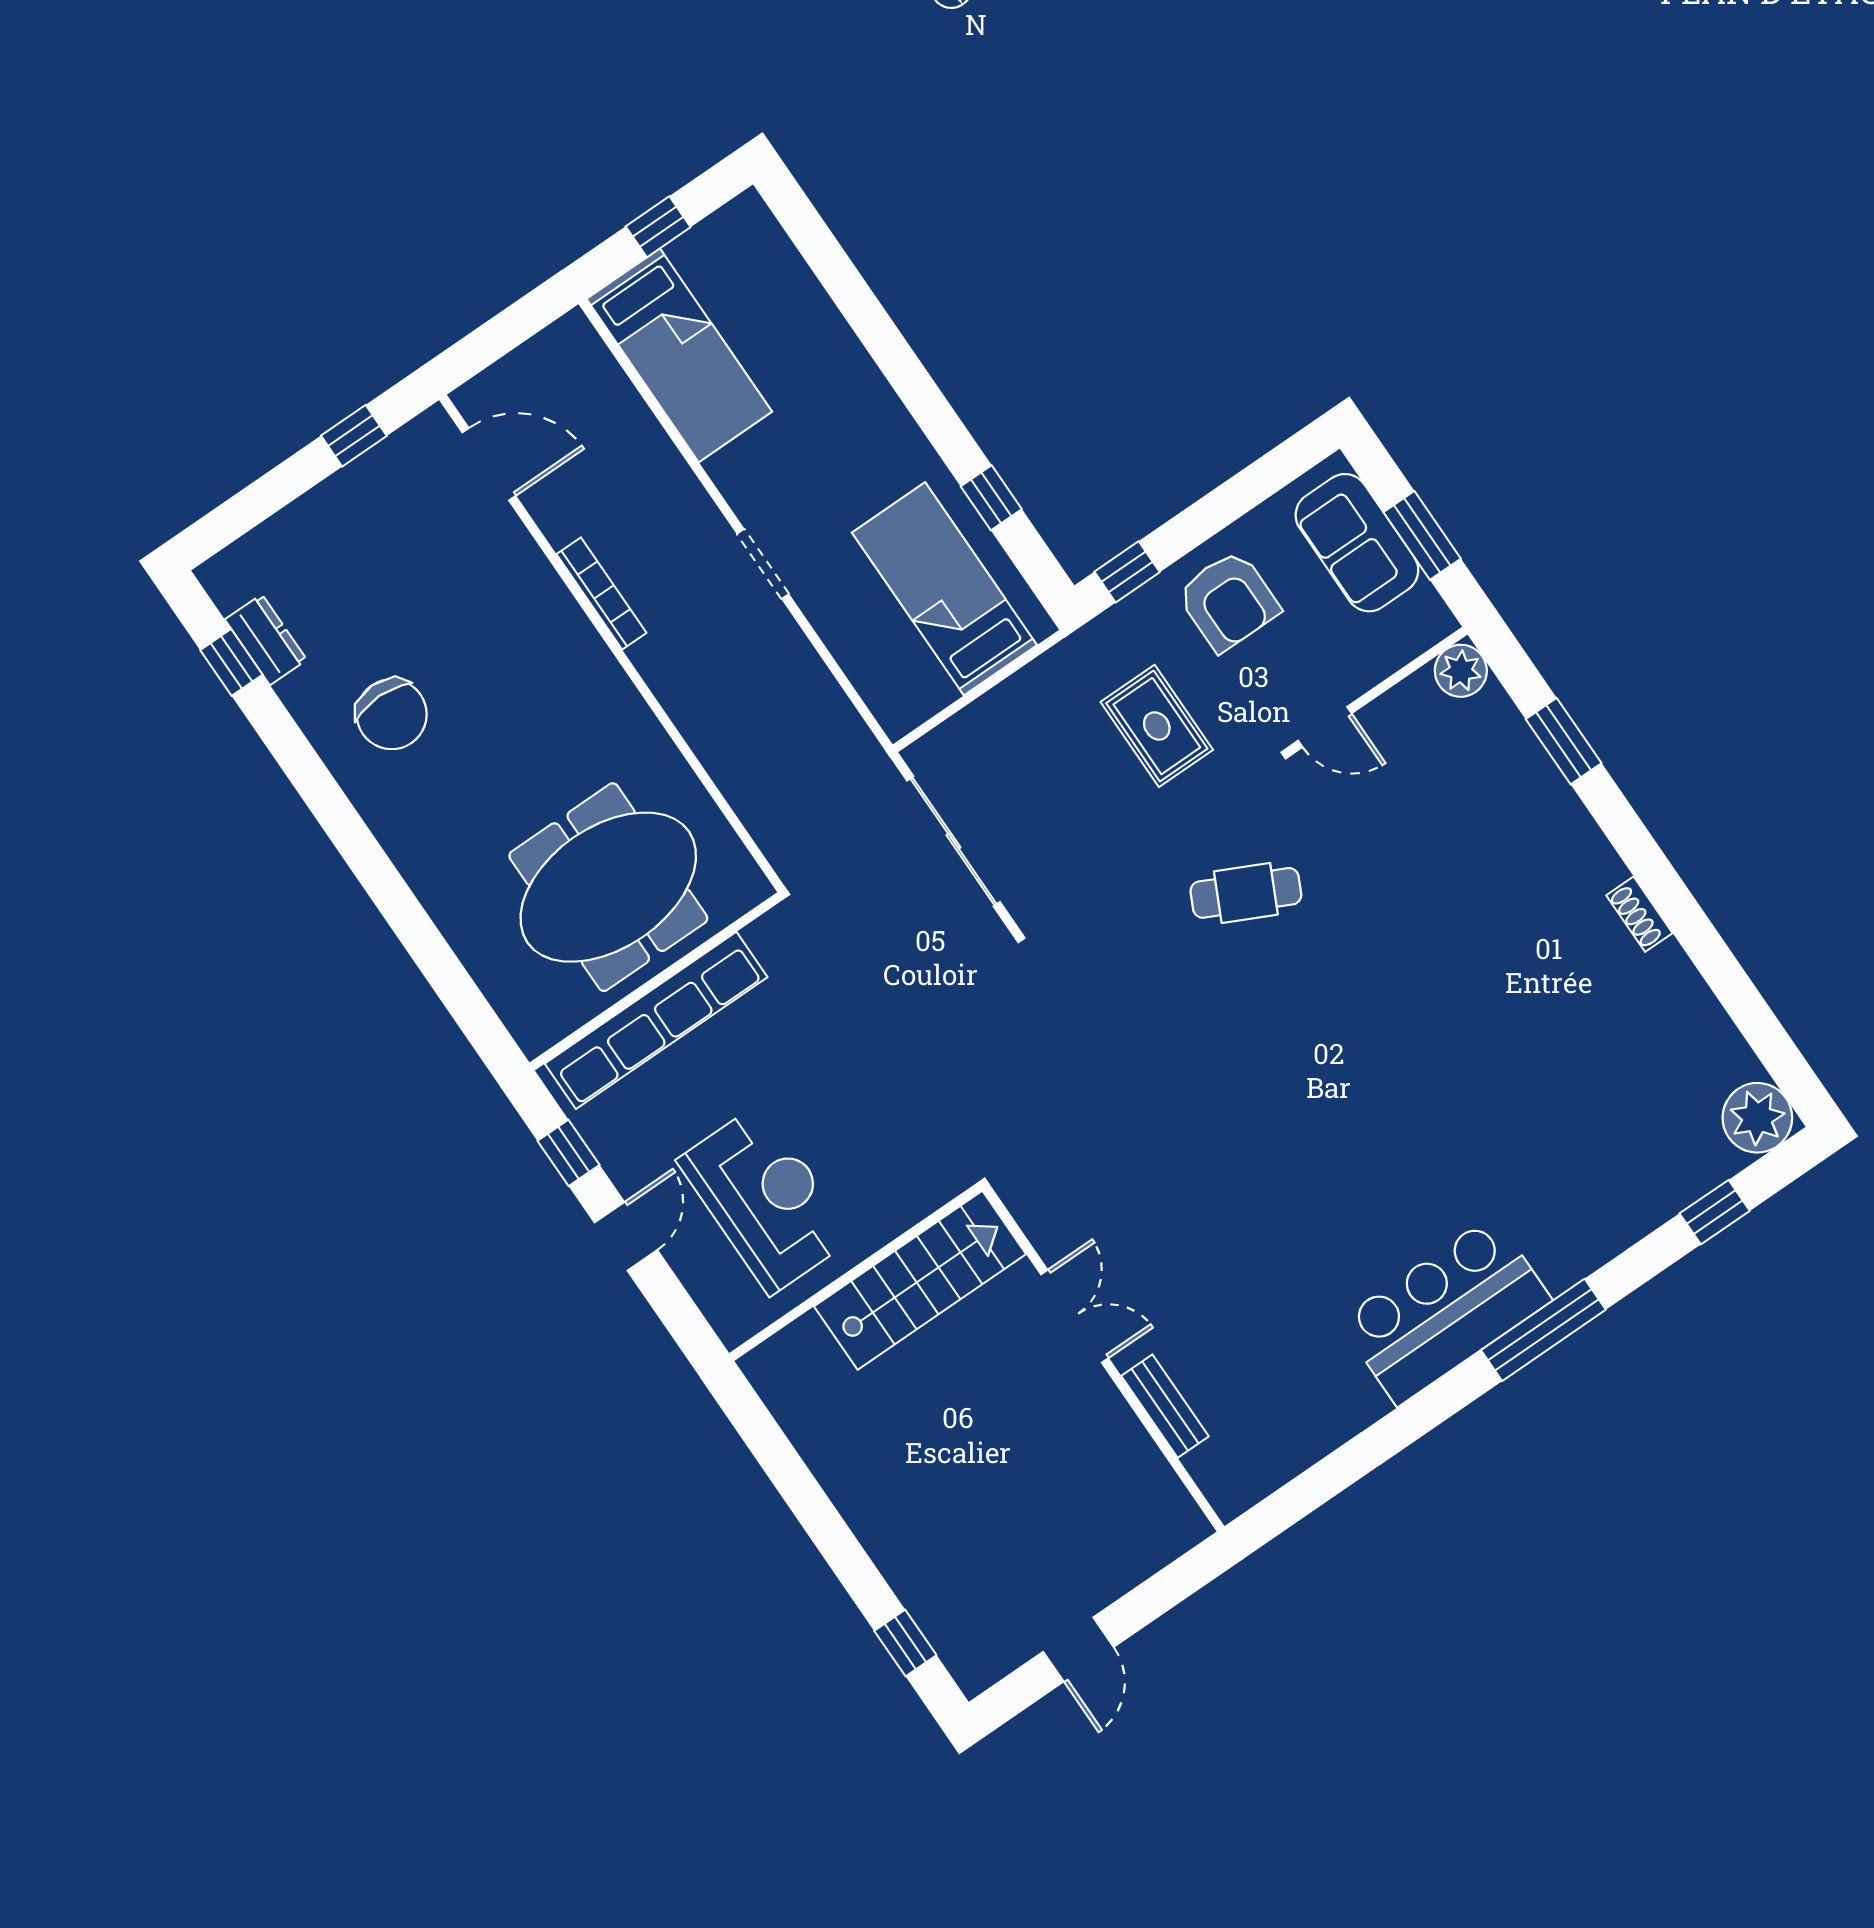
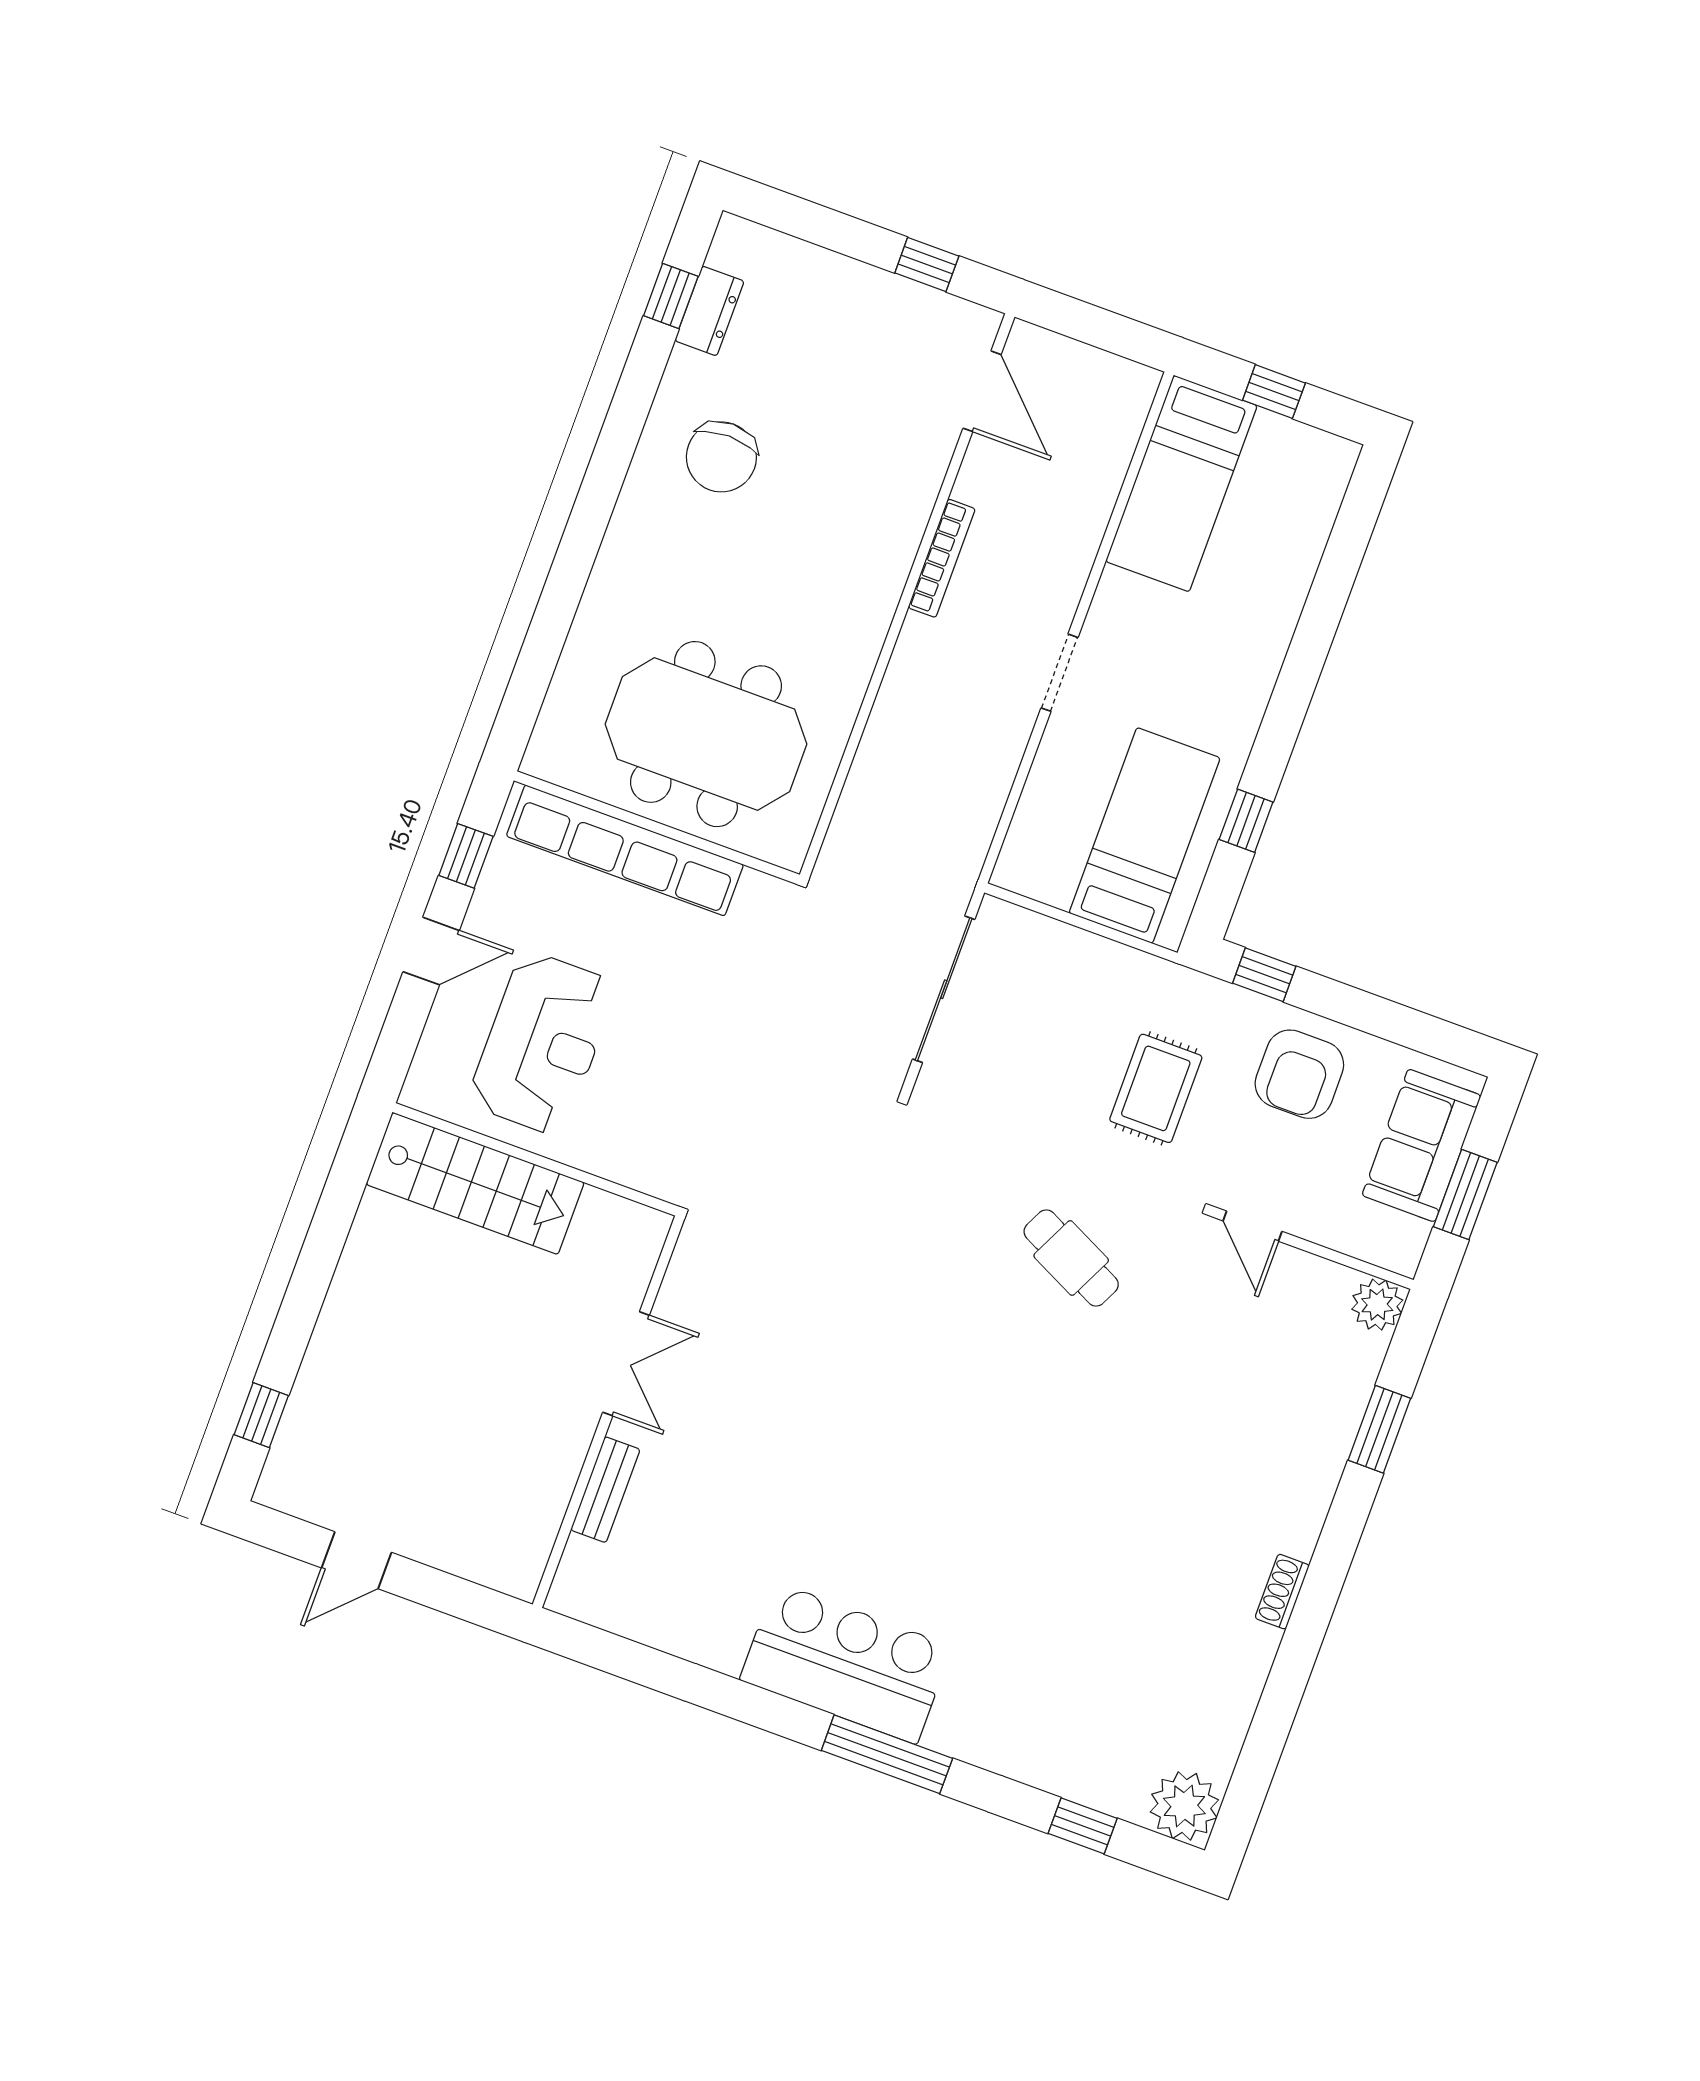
stairs: (920, 1280) -> (475, 1183), moved

